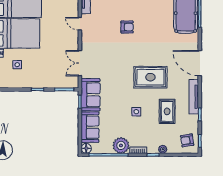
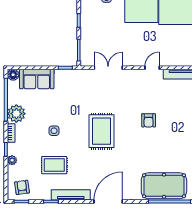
rug: (150, 77) -> (102, 131), moved
sofa: (91, 95) -> (73, 80), removed

